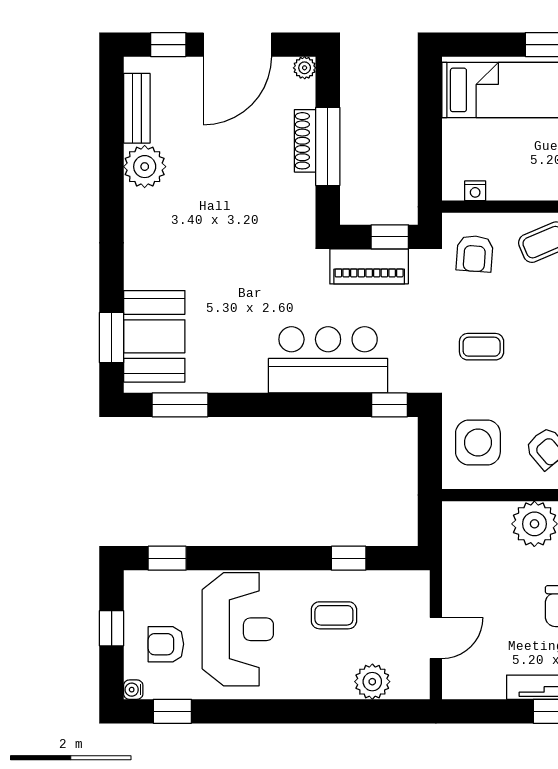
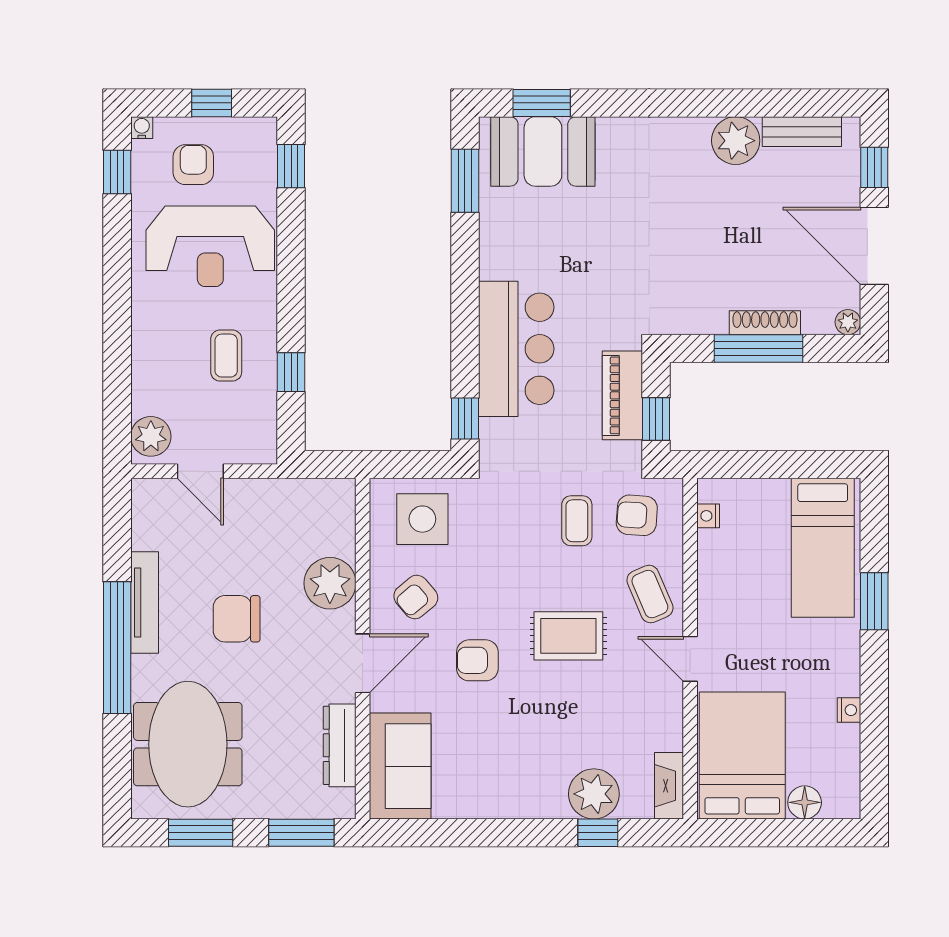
coffee table: (482, 347) -> (577, 521), moved
plant: (372, 682) -> (151, 436), moved

